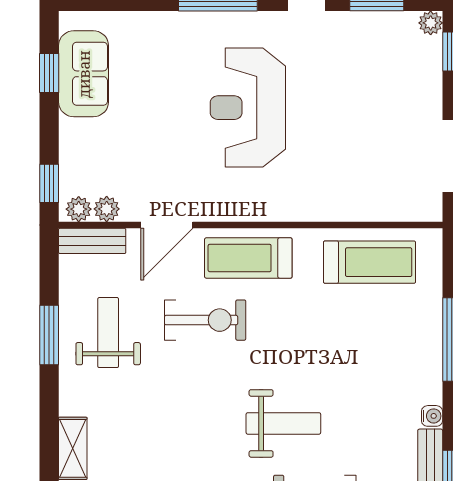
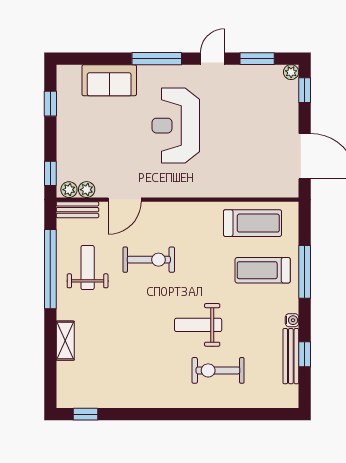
sofa: (84, 74) -> (109, 80), moved, turned 90
treadmill: (248, 258) -> (263, 270), moved
window: (49, 335) -> (50, 269), width x2.11
weight bench: (283, 423) -> (198, 325), turned 180

